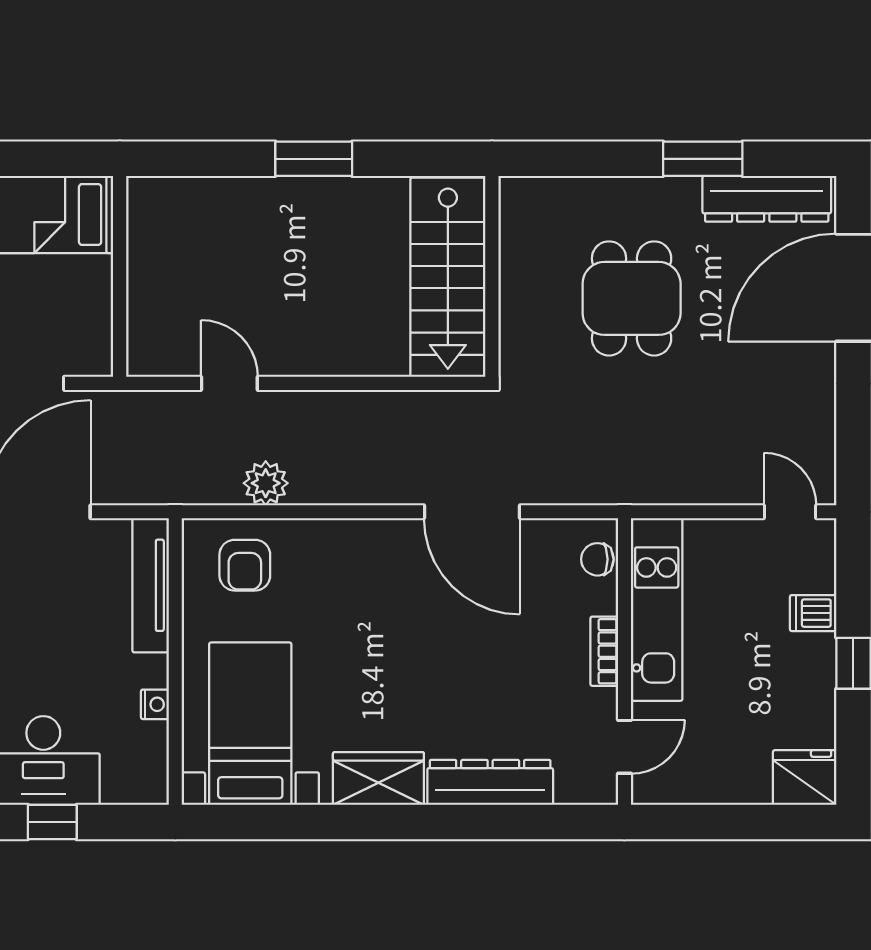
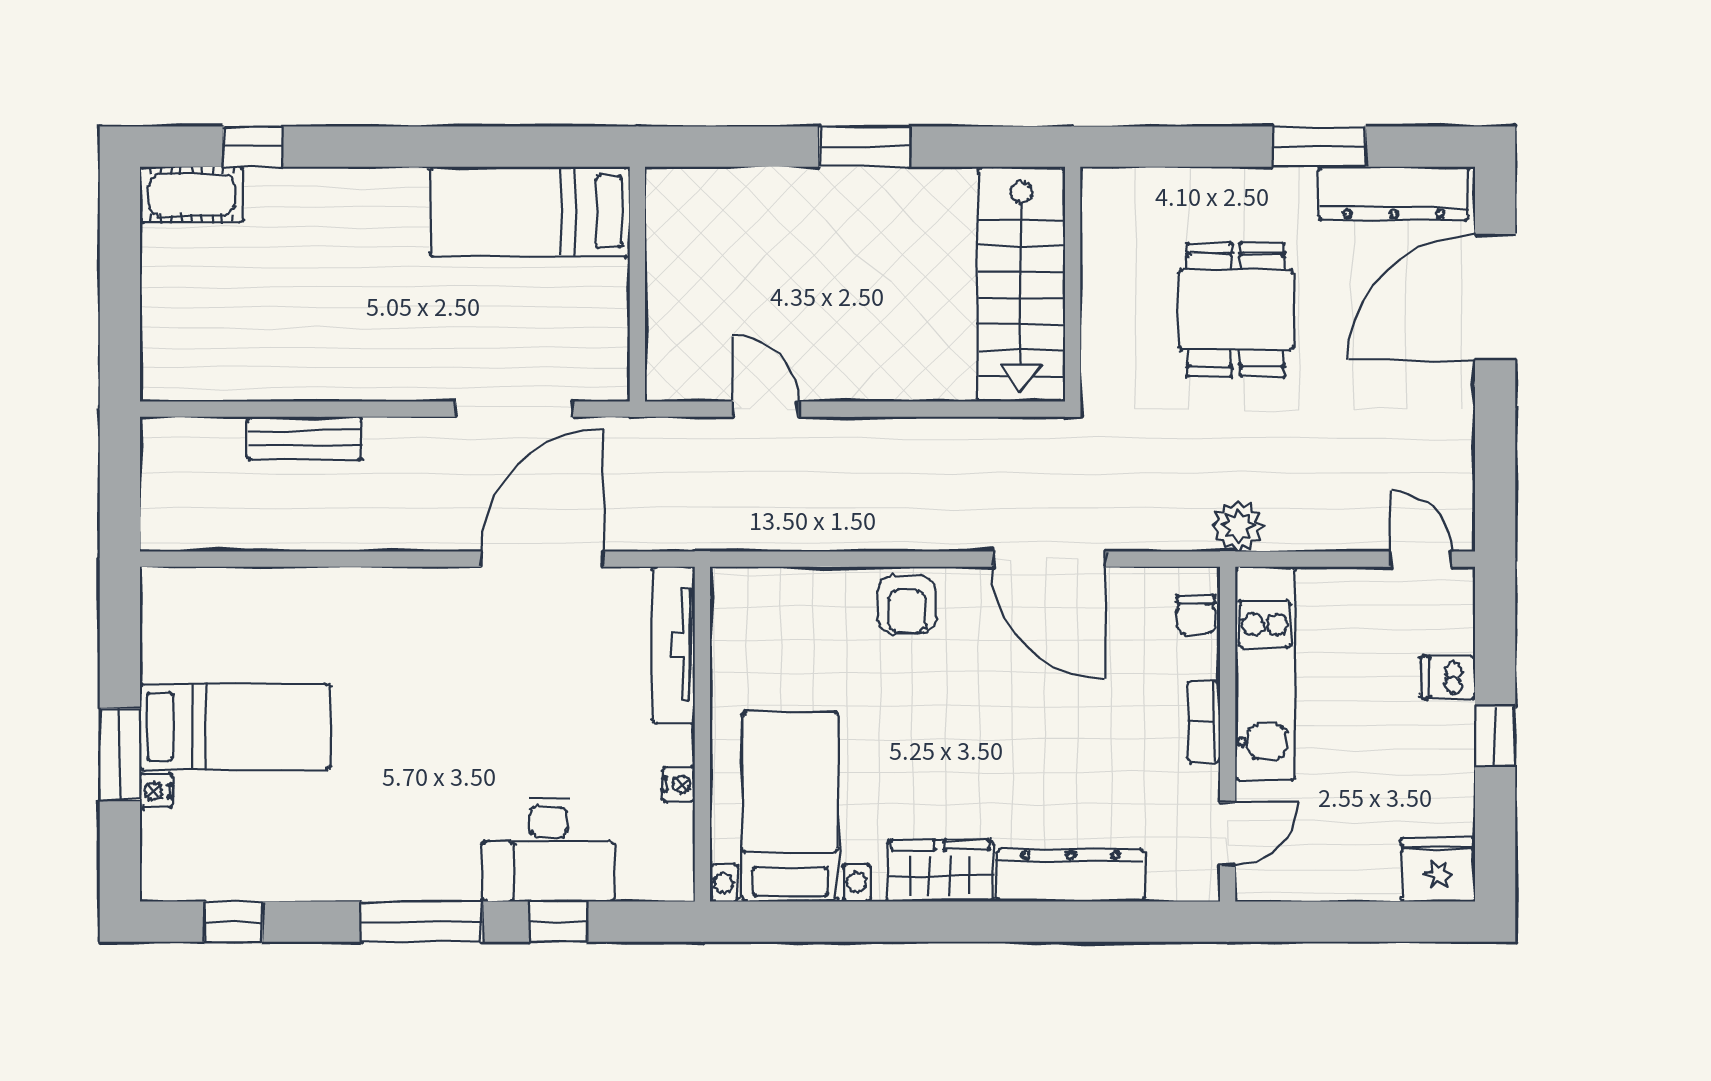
plant: (266, 483) -> (1238, 526), moved
chair: (597, 559) -> (1196, 615), turned -90
armchair: (245, 565) -> (907, 604), moved

